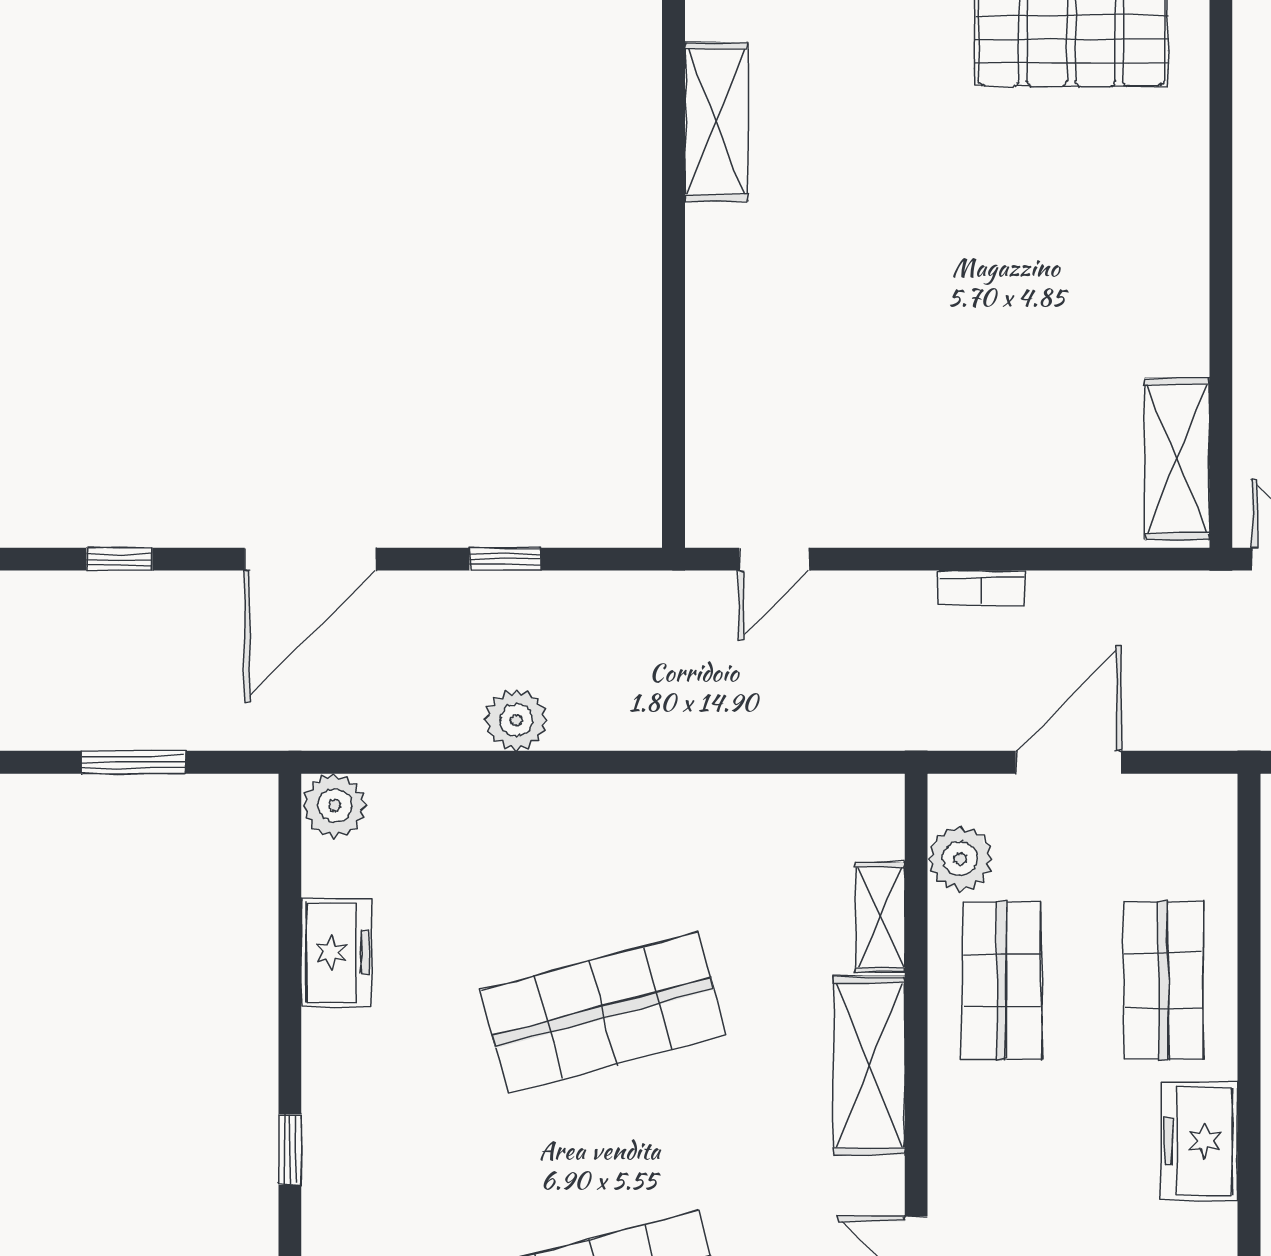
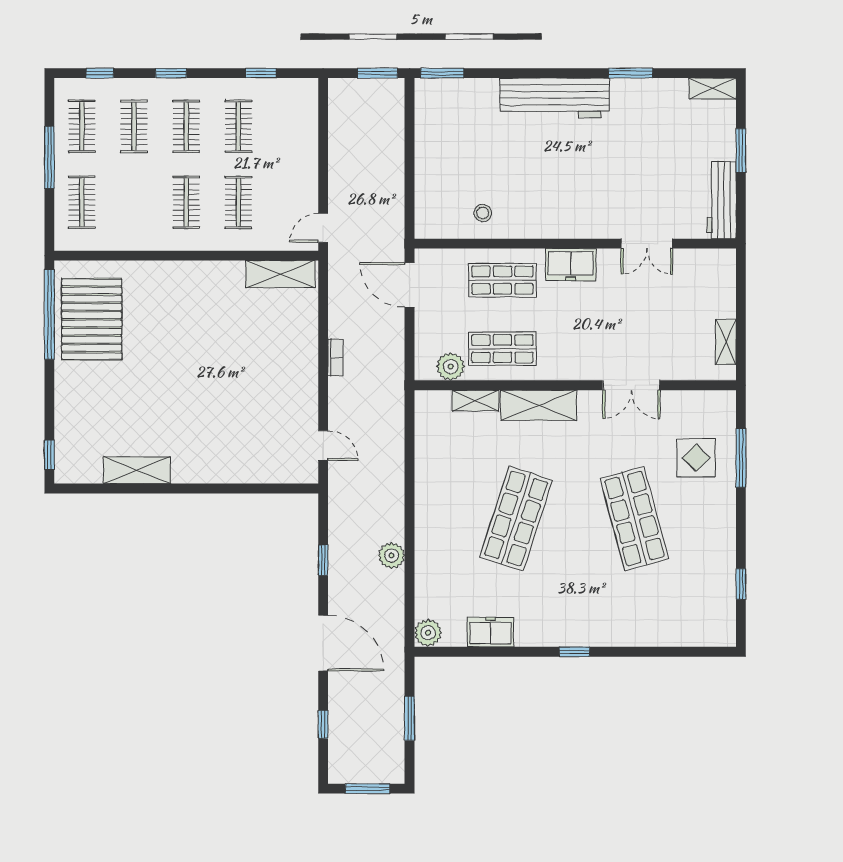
door: (1068, 762) -> (410, 285), moved
shop shelf: (603, 1013) -> (516, 519), turned 33

